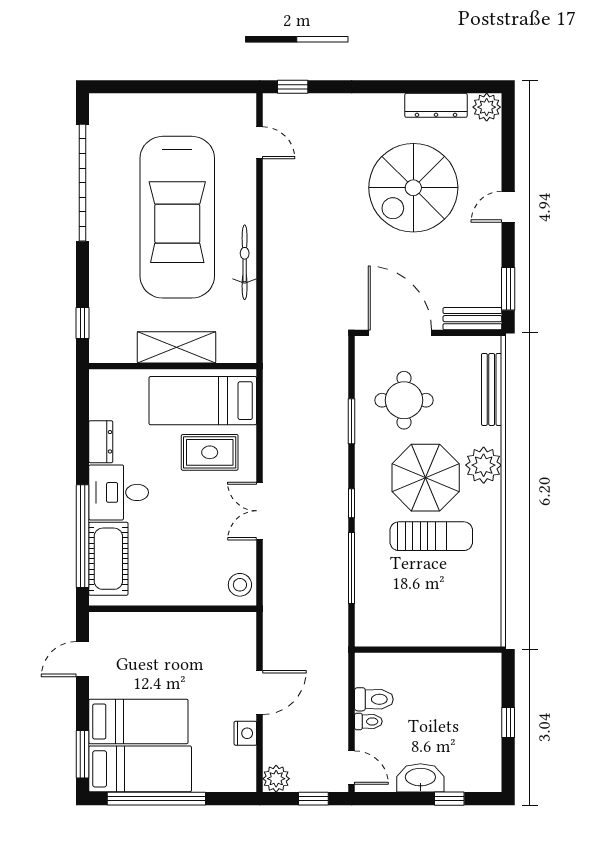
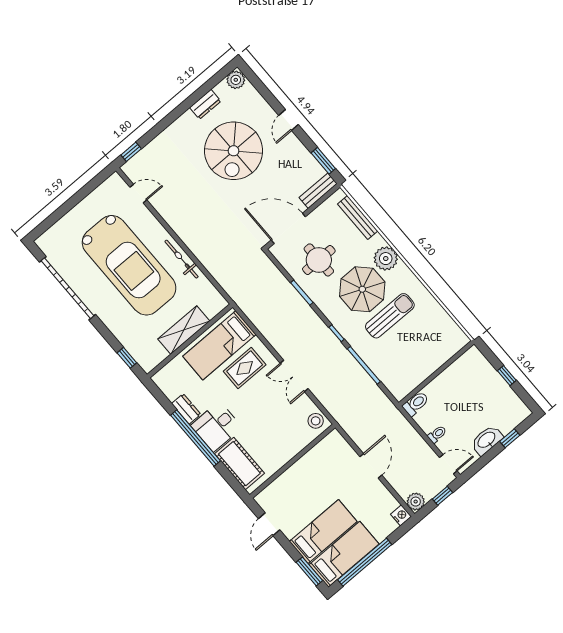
dresser: (436, 105) -> (205, 104), width x0.70
window: (82, 536) -> (195, 438), moved
toilet: (374, 699) -> (416, 404), moved
nightstand: (245, 733) -> (401, 515), moved

